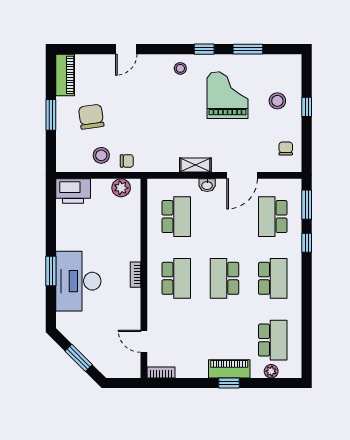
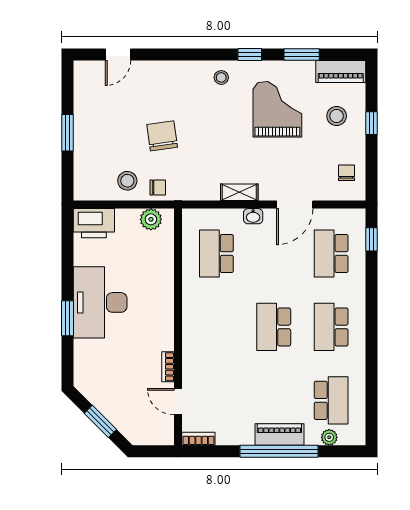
door: (126, 49) -> (118, 54), moved
piano: (65, 75) -> (341, 72), moved, turned 90
chair: (91, 117) -> (162, 136), moved
window: (307, 205) -> (371, 239), width x0.67
school desk: (176, 217) -> (216, 254), turned 180
window: (307, 243) -> (371, 285), removed
bookcase: (135, 275) -> (168, 367), moved
school desk: (176, 278) -> (216, 327), removed
school desk: (273, 278) -> (331, 327), turned 180
desk: (78, 281) -> (100, 302), moved
window: (229, 383) -> (279, 451), width x3.17

